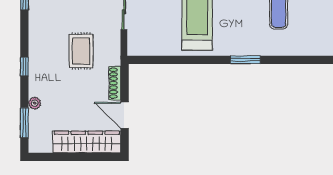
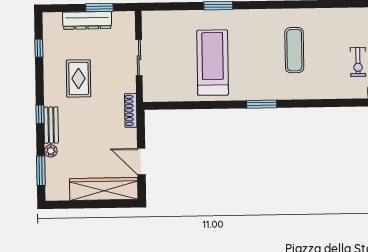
rug: (81, 51) -> (79, 78), moved
bench: (35, 77) -> (51, 125), added
shoe rack: (115, 83) -> (131, 110), moved

